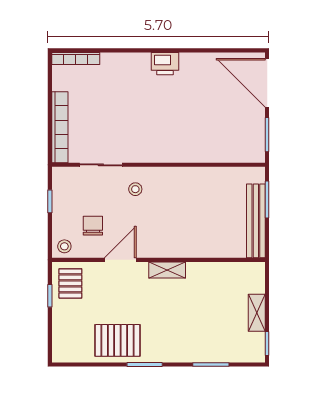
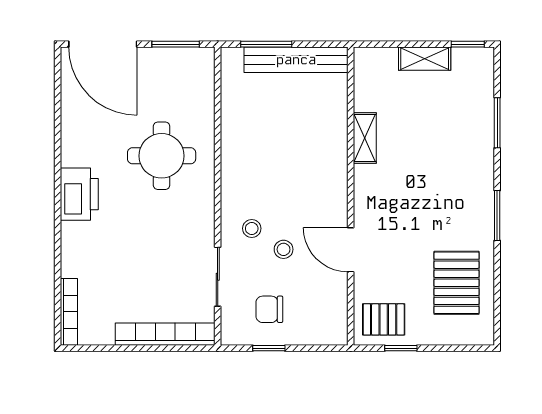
printer: (165, 64) -> (79, 194), width x1.37, depth x1.19
door: (267, 83) -> (103, 44), hinge flipped
round table: (187, 125) -> (162, 156), added
chair: (93, 226) -> (269, 309), moved
stool: (64, 246) -> (284, 249), moved
shelving: (167, 270) -> (365, 138), moved
pallet: (117, 340) -> (457, 283), moved

